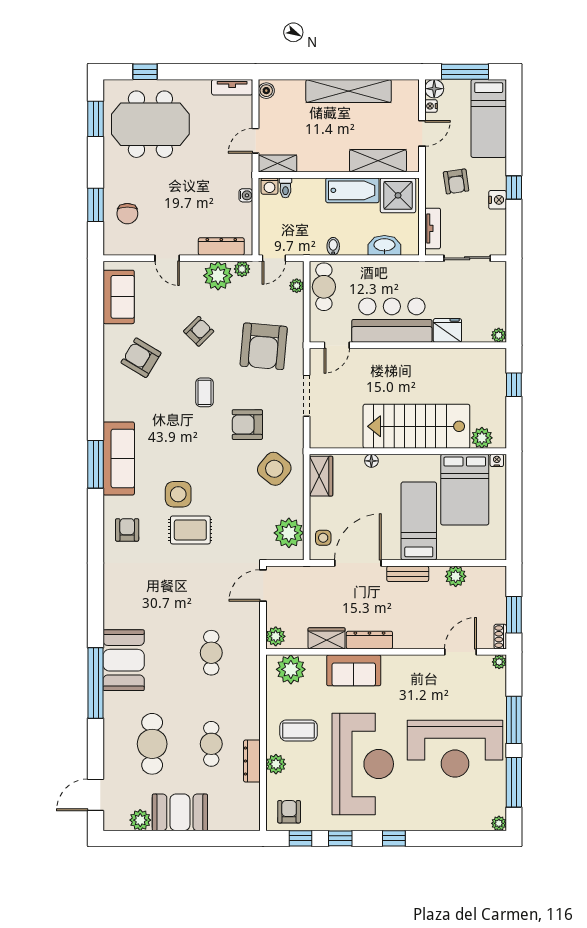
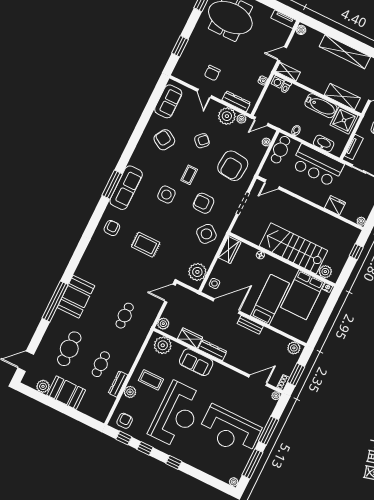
chair: (127, 214) -> (212, 73), moved
bar counter: (392, 320) -> (317, 165), moved, turned 180
side table: (178, 494) -> (166, 195), moved
plant: (456, 576) -> (294, 348), moved

